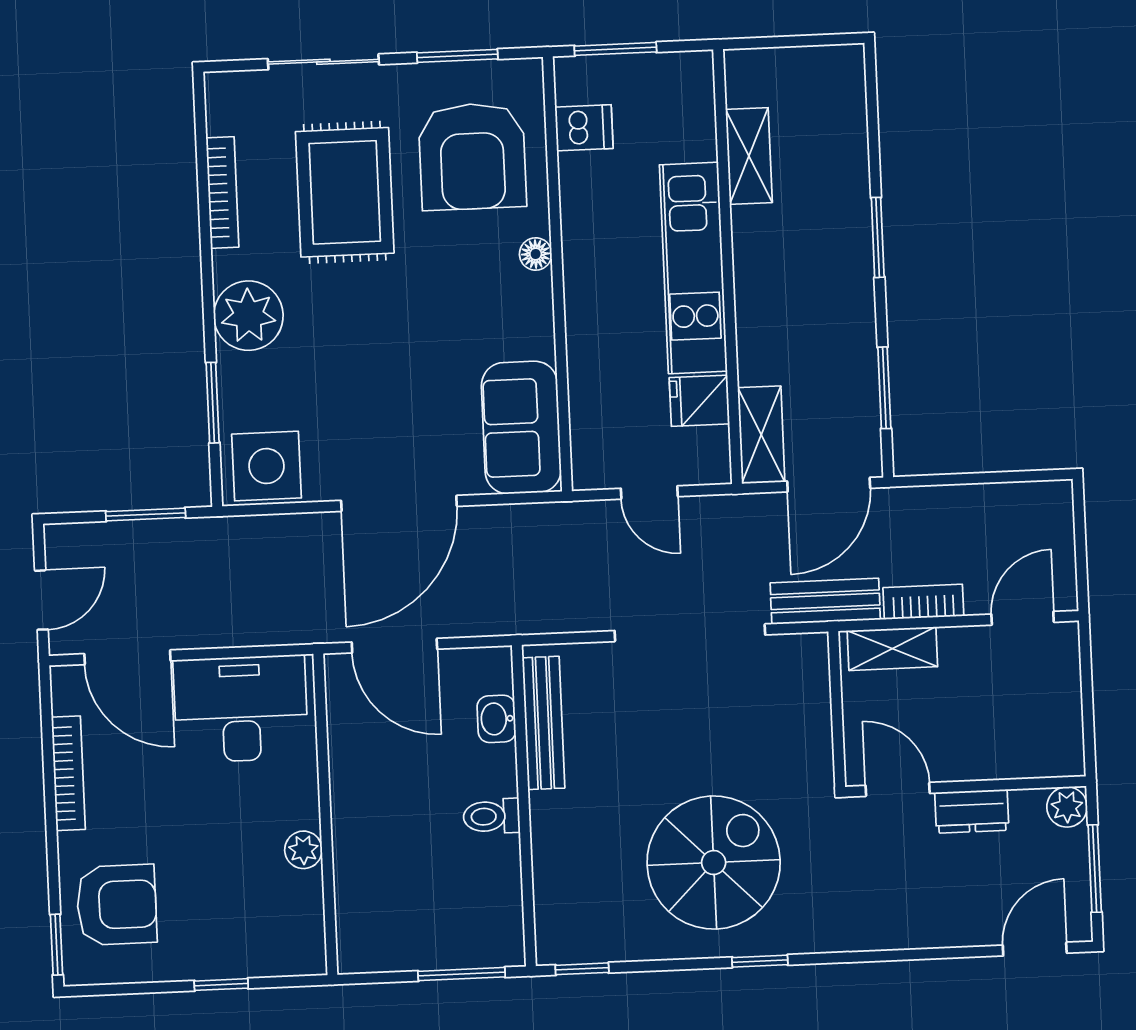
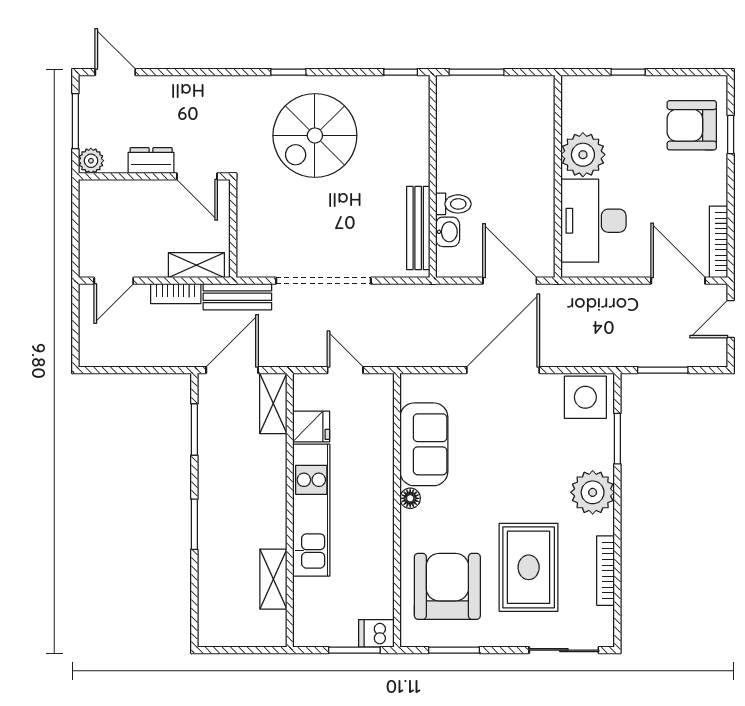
sliding door: (323, 62) -> (564, 650), moved
dishwasher: (584, 128) -> (376, 633), moved
floor lamp: (536, 254) -> (410, 498), moved
sofa: (521, 428) -> (424, 444), moved
desk: (241, 709) -> (593, 221), moved, turned 90
bookcase: (68, 773) -> (719, 242), moved
toilet: (492, 816) -> (453, 204), moved
plant: (303, 850) -> (583, 155), width x1.88, depth x1.88
window: (56, 945) -> (731, 134), moved
door: (1035, 949) -> (115, 72), swing flipped

